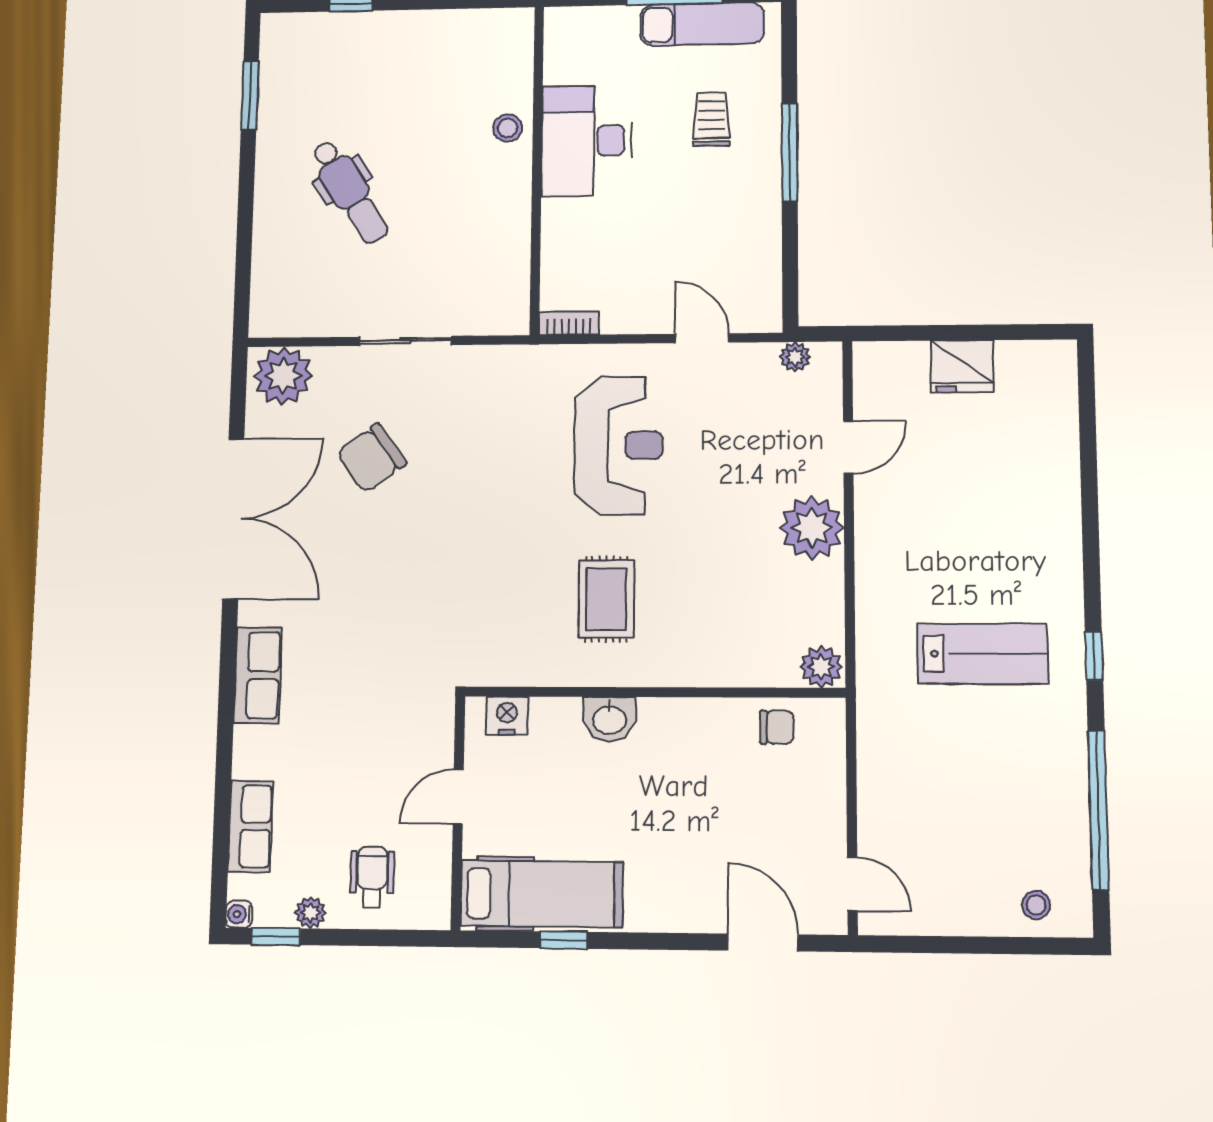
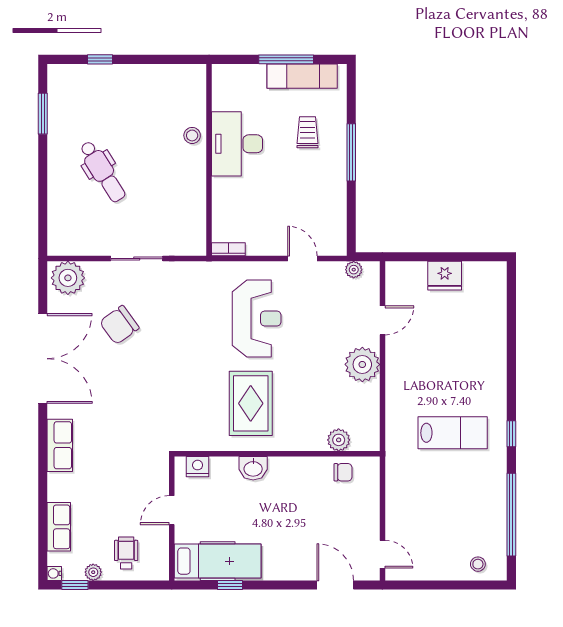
rug: (606, 599) -> (251, 403), width x1.36, depth x1.43
plant: (821, 667) -> (339, 440), moved

